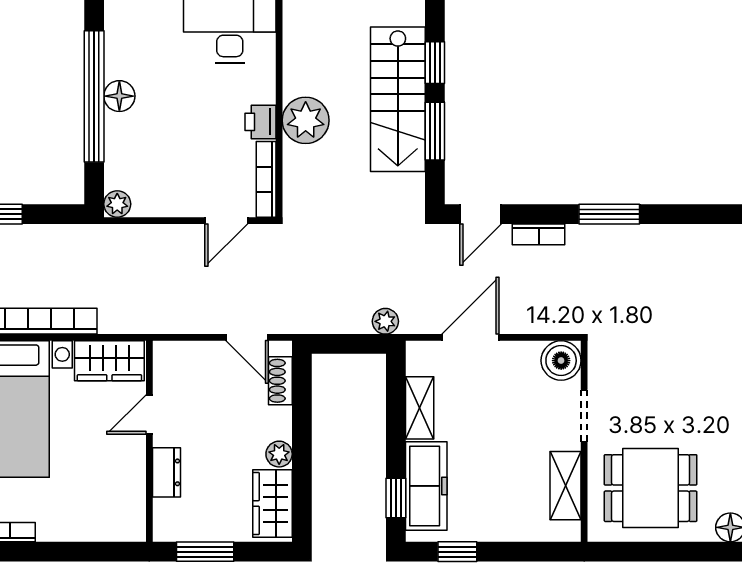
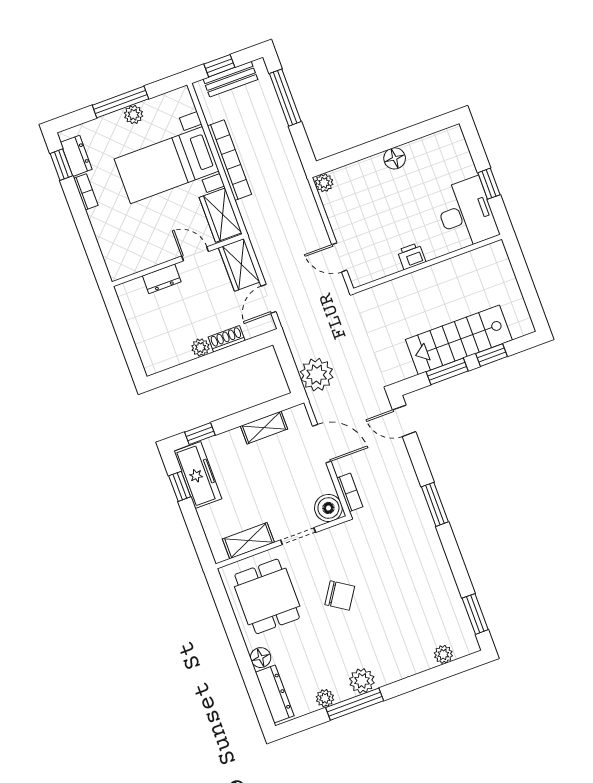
window: (94, 96) -> (388, 142), removed
plant: (306, 120) -> (423, 285), removed
bookcase: (266, 179) -> (376, 273), removed
bookcase: (539, 234) -> (350, 492), moved, turned 180
plant: (385, 321) -> (317, 375), width x1.87, depth x1.87
shoe rack: (280, 381) -> (227, 339), moved
chair: (685, 389) -> (340, 595), added
freezer: (426, 486) -> (198, 475), moved, turned -90
wardrobe: (272, 503) -> (239, 265), moved, turned -90
window: (205, 552) -> (120, 323), removed

